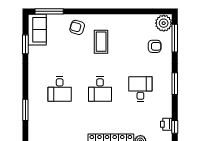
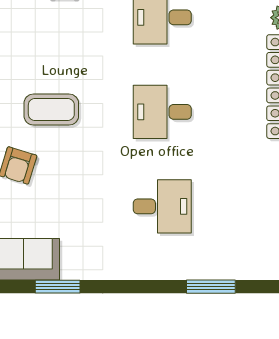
desk: (100, 89) -> (162, 112), turned 180

